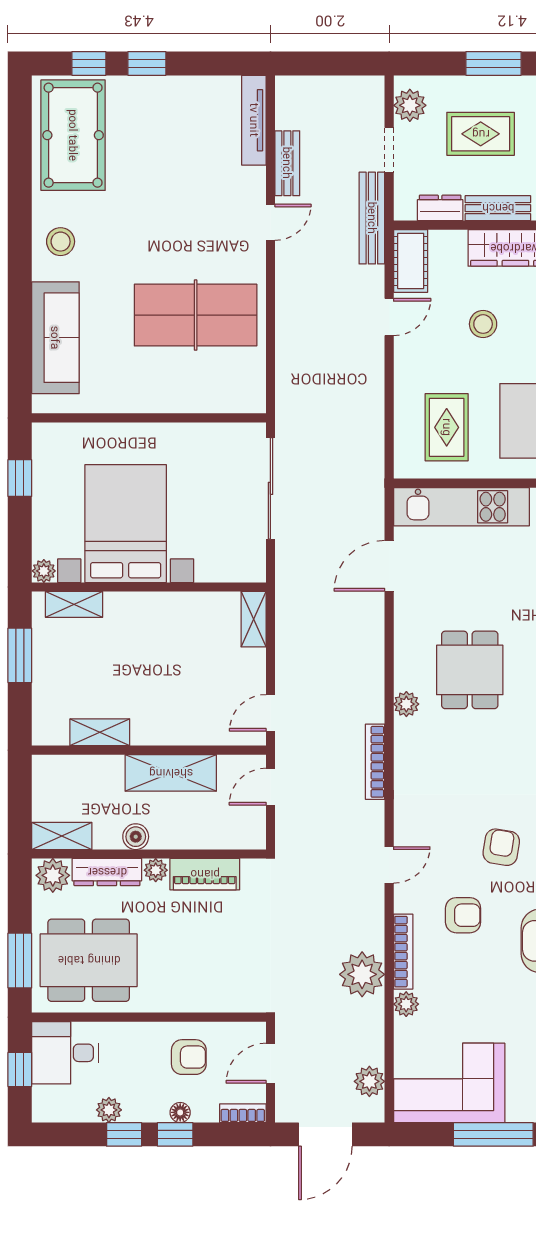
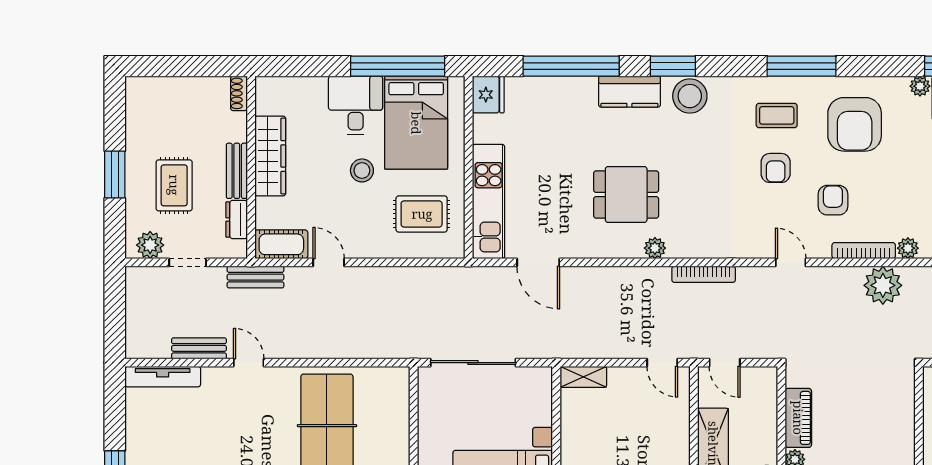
bench: (372, 218) -> (255, 277), width x0.73
stool: (483, 324) -> (362, 170), moved
armchair: (501, 847) -> (776, 168), turned -99

